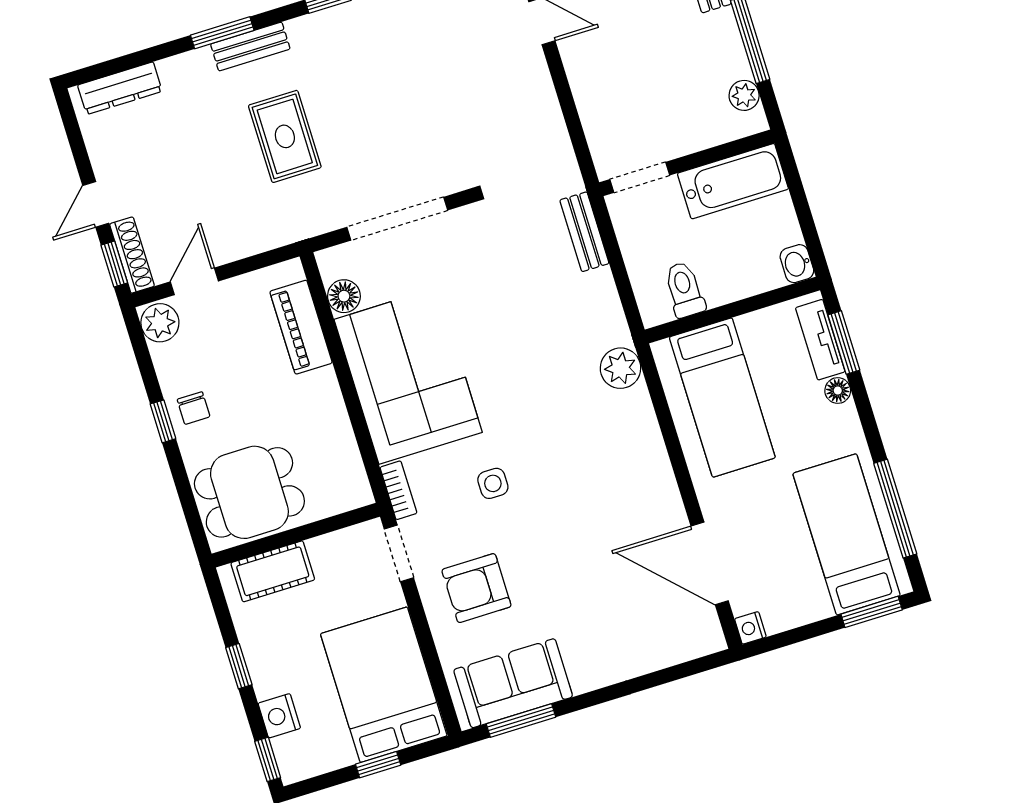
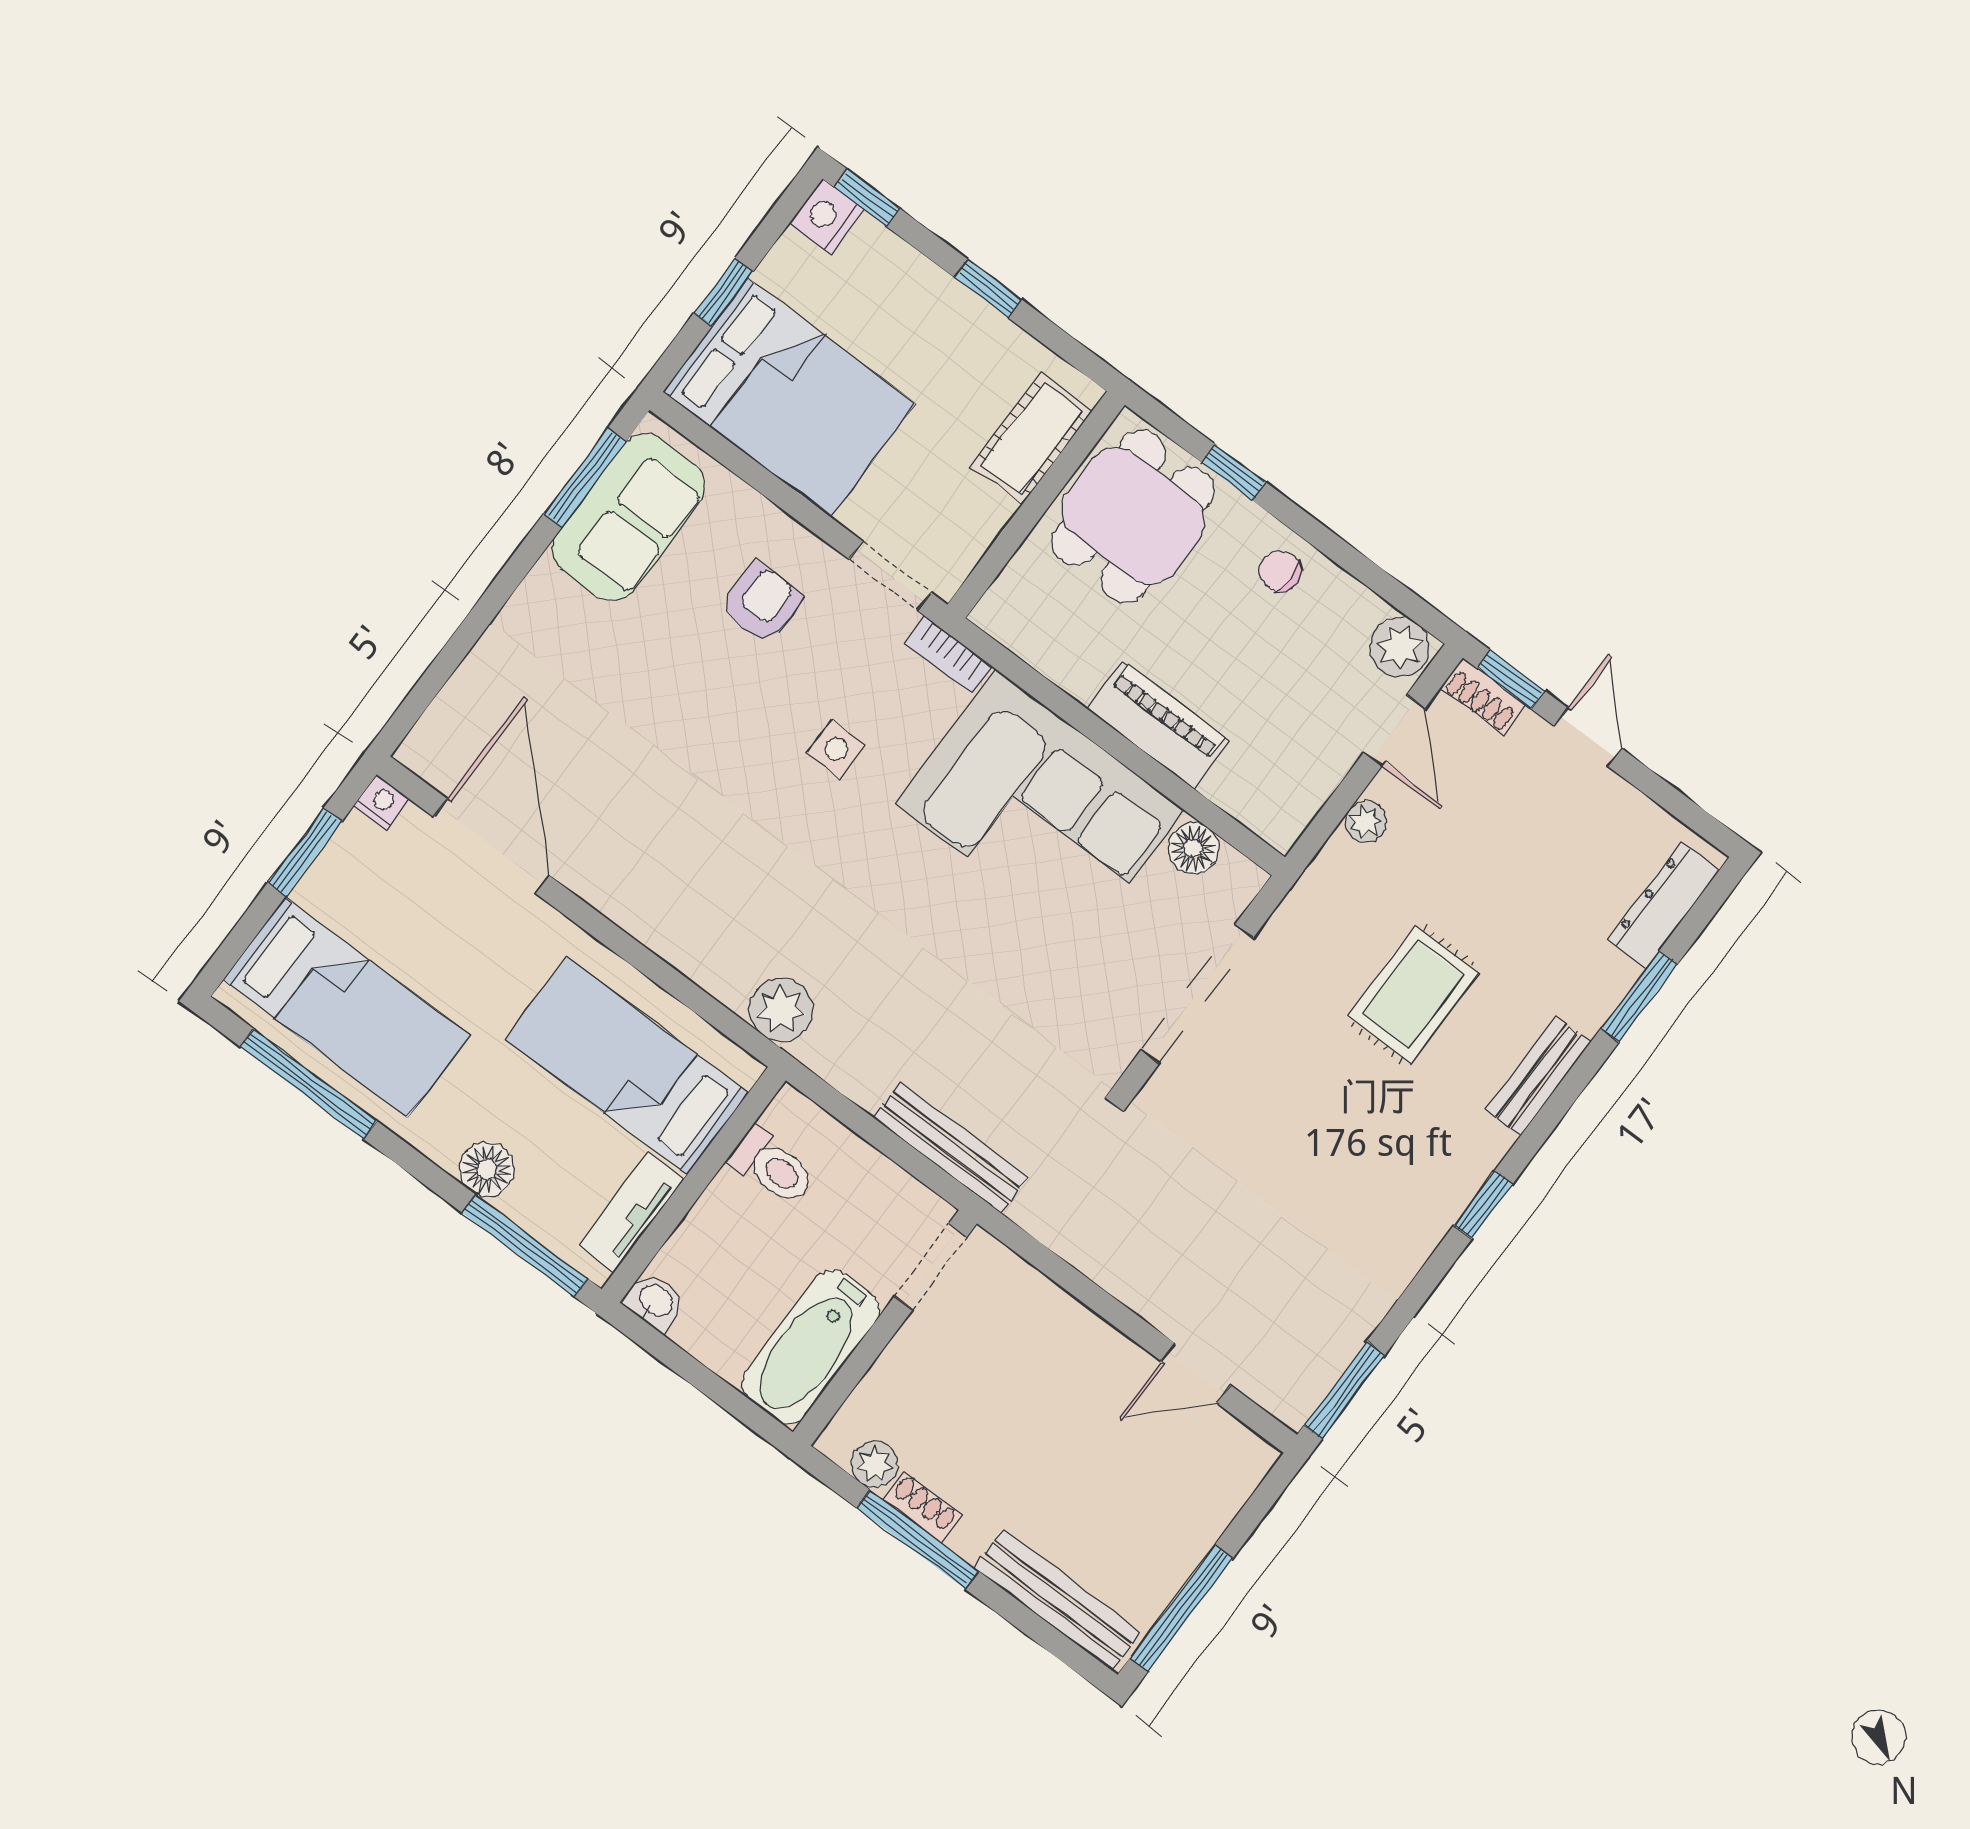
window: (222, 33) -> (1639, 996), moved
shoe rack: (735, 55) -> (922, 1507), added
rug: (285, 136) -> (1413, 995), turned 90
bench: (584, 232) -> (951, 1148), width x1.36
plant: (244, 245) -> (1366, 822), added
shoe rack: (132, 255) -> (1483, 697), width x0.70
piano: (301, 327) -> (1158, 725), moved
tv unit: (820, 340) -> (631, 1212), moved, turned -90
window: (844, 342) -> (525, 1245), width x1.44
floor lamp: (838, 391) -> (487, 1169), width x1.37, depth x1.37
window: (163, 421) -> (1234, 472), moved
door: (710, 563) -> (491, 846), hinge flipped
armchair: (476, 588) -> (761, 603), width x0.72, depth x0.72
window: (872, 612) -> (305, 852), moved
nightstand: (279, 716) -> (826, 217), moved, turned -90

